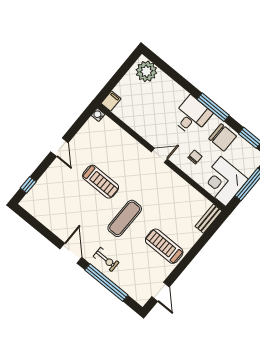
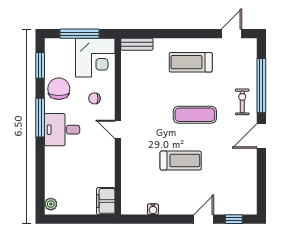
plant: (146, 71) -> (51, 204), width x0.53, depth x0.53
filing cabinet: (111, 101) -> (106, 201), width x2.00
water cooler: (98, 115) -> (153, 209), moved
door: (59, 147) -> (204, 219), moved
treadmill: (101, 182) -> (181, 161), turned 90
treadmill: (164, 246) -> (191, 62), turned 90

